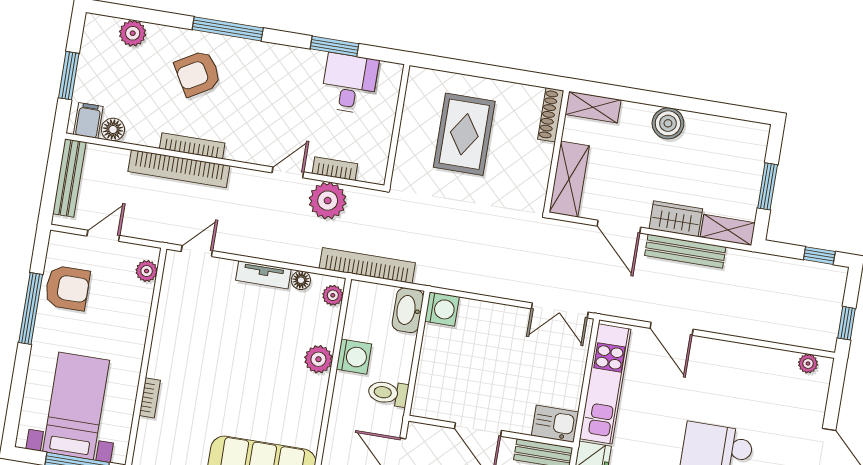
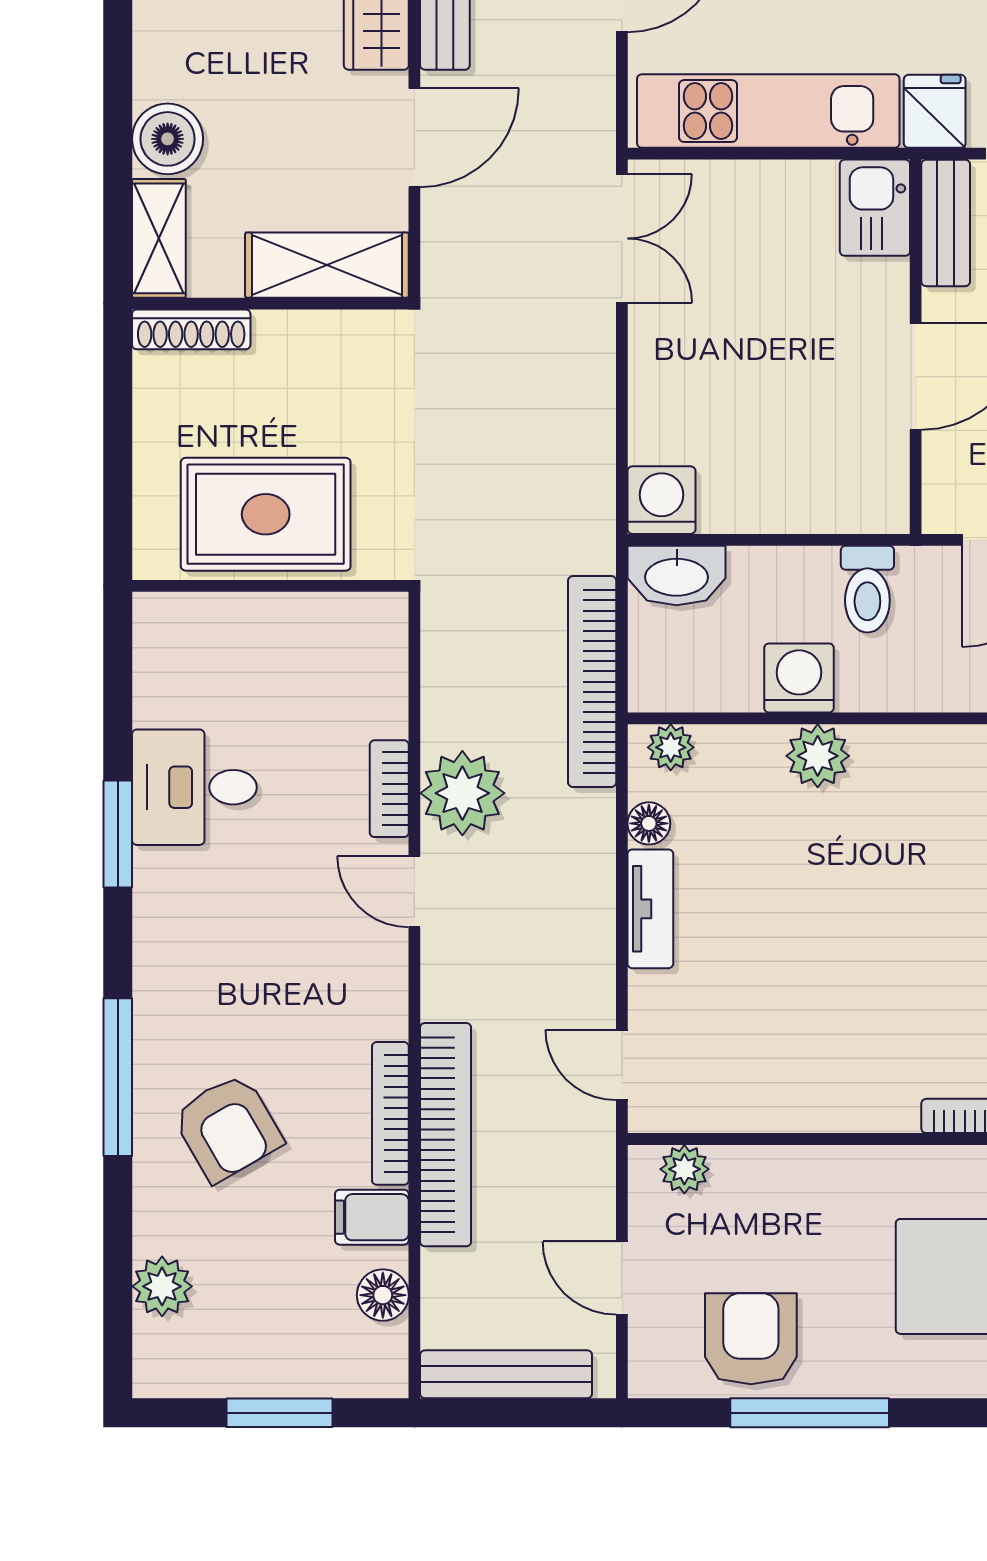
filing cabinet: (88, 121) -> (372, 1217), moved
boiler: (668, 123) -> (168, 139), moved
wall: (397, 125) -> (270, 586), moved

